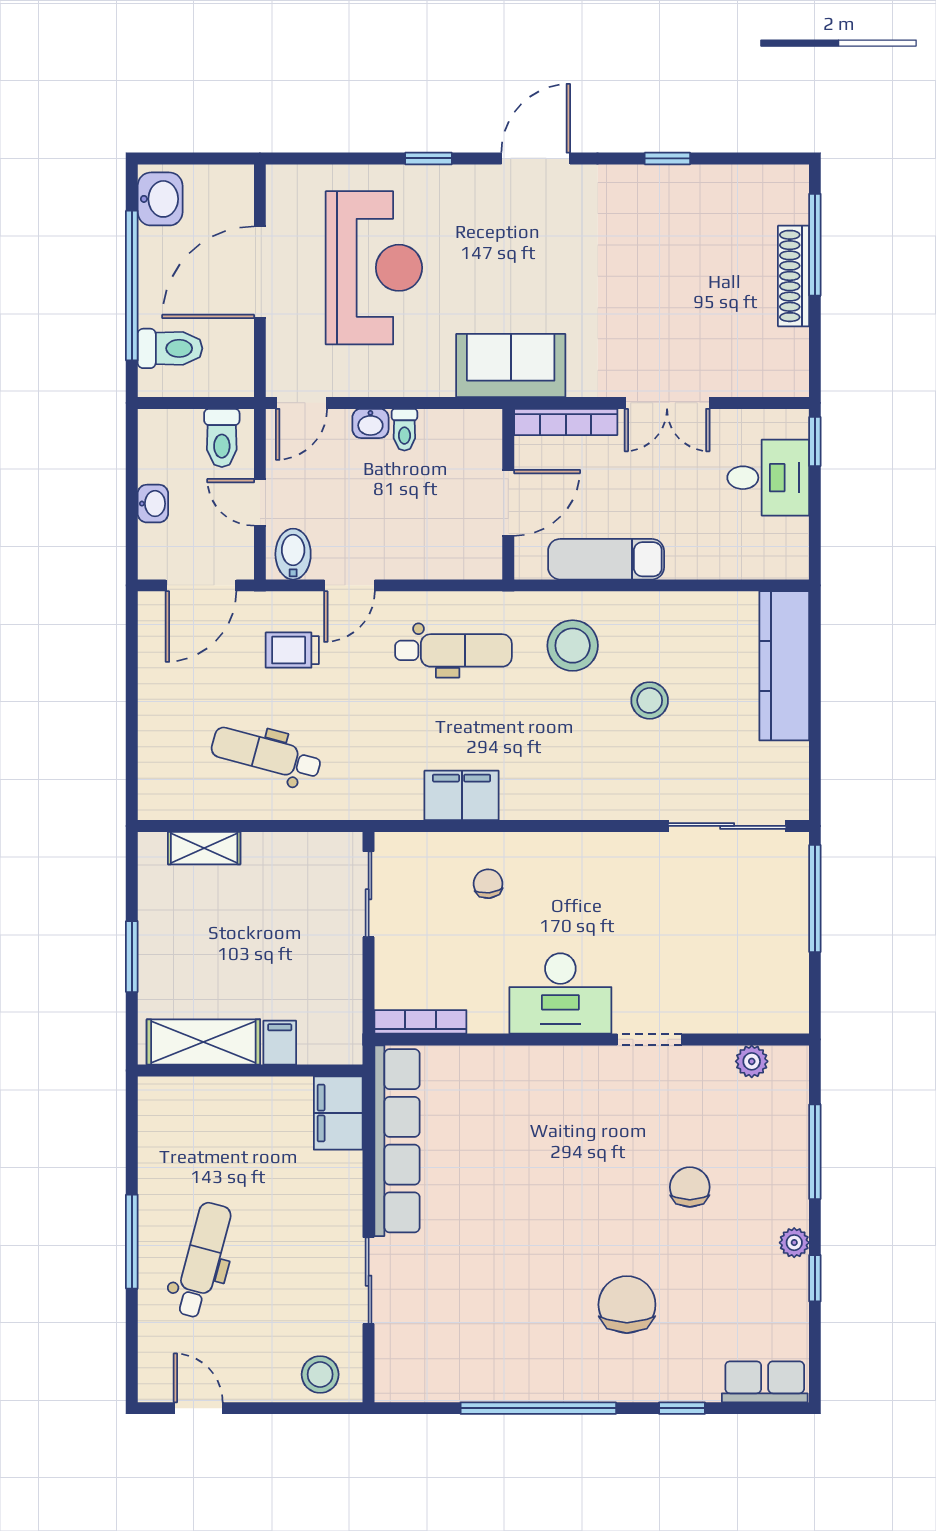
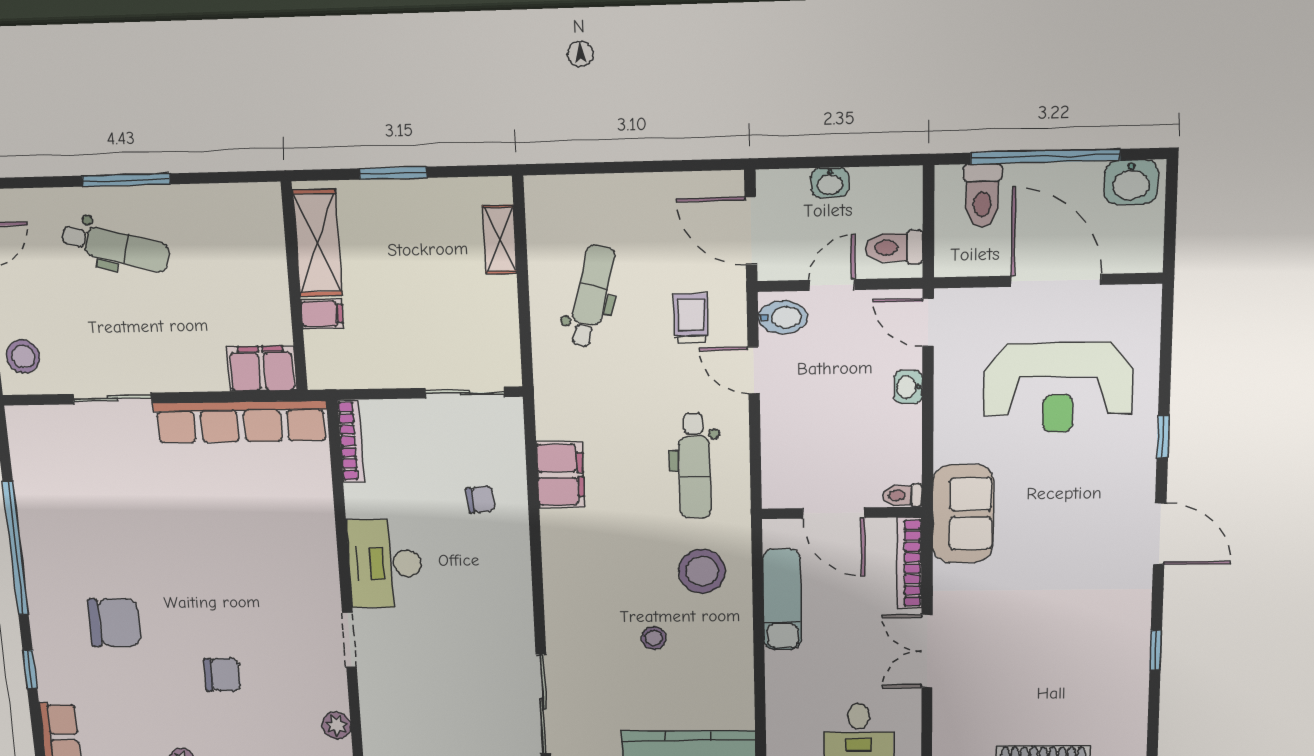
toilet: (404, 430) -> (902, 495), moved
stool: (650, 700) -> (654, 638), width x0.73, depth x0.73

